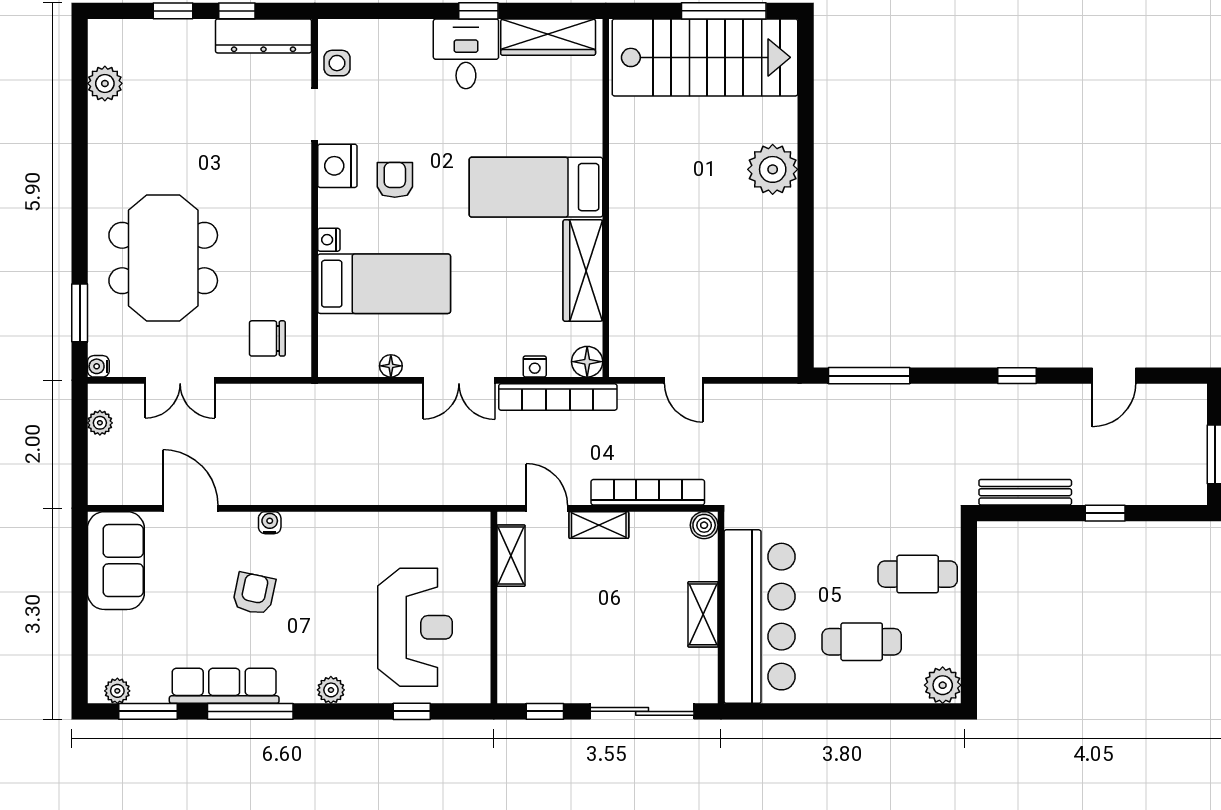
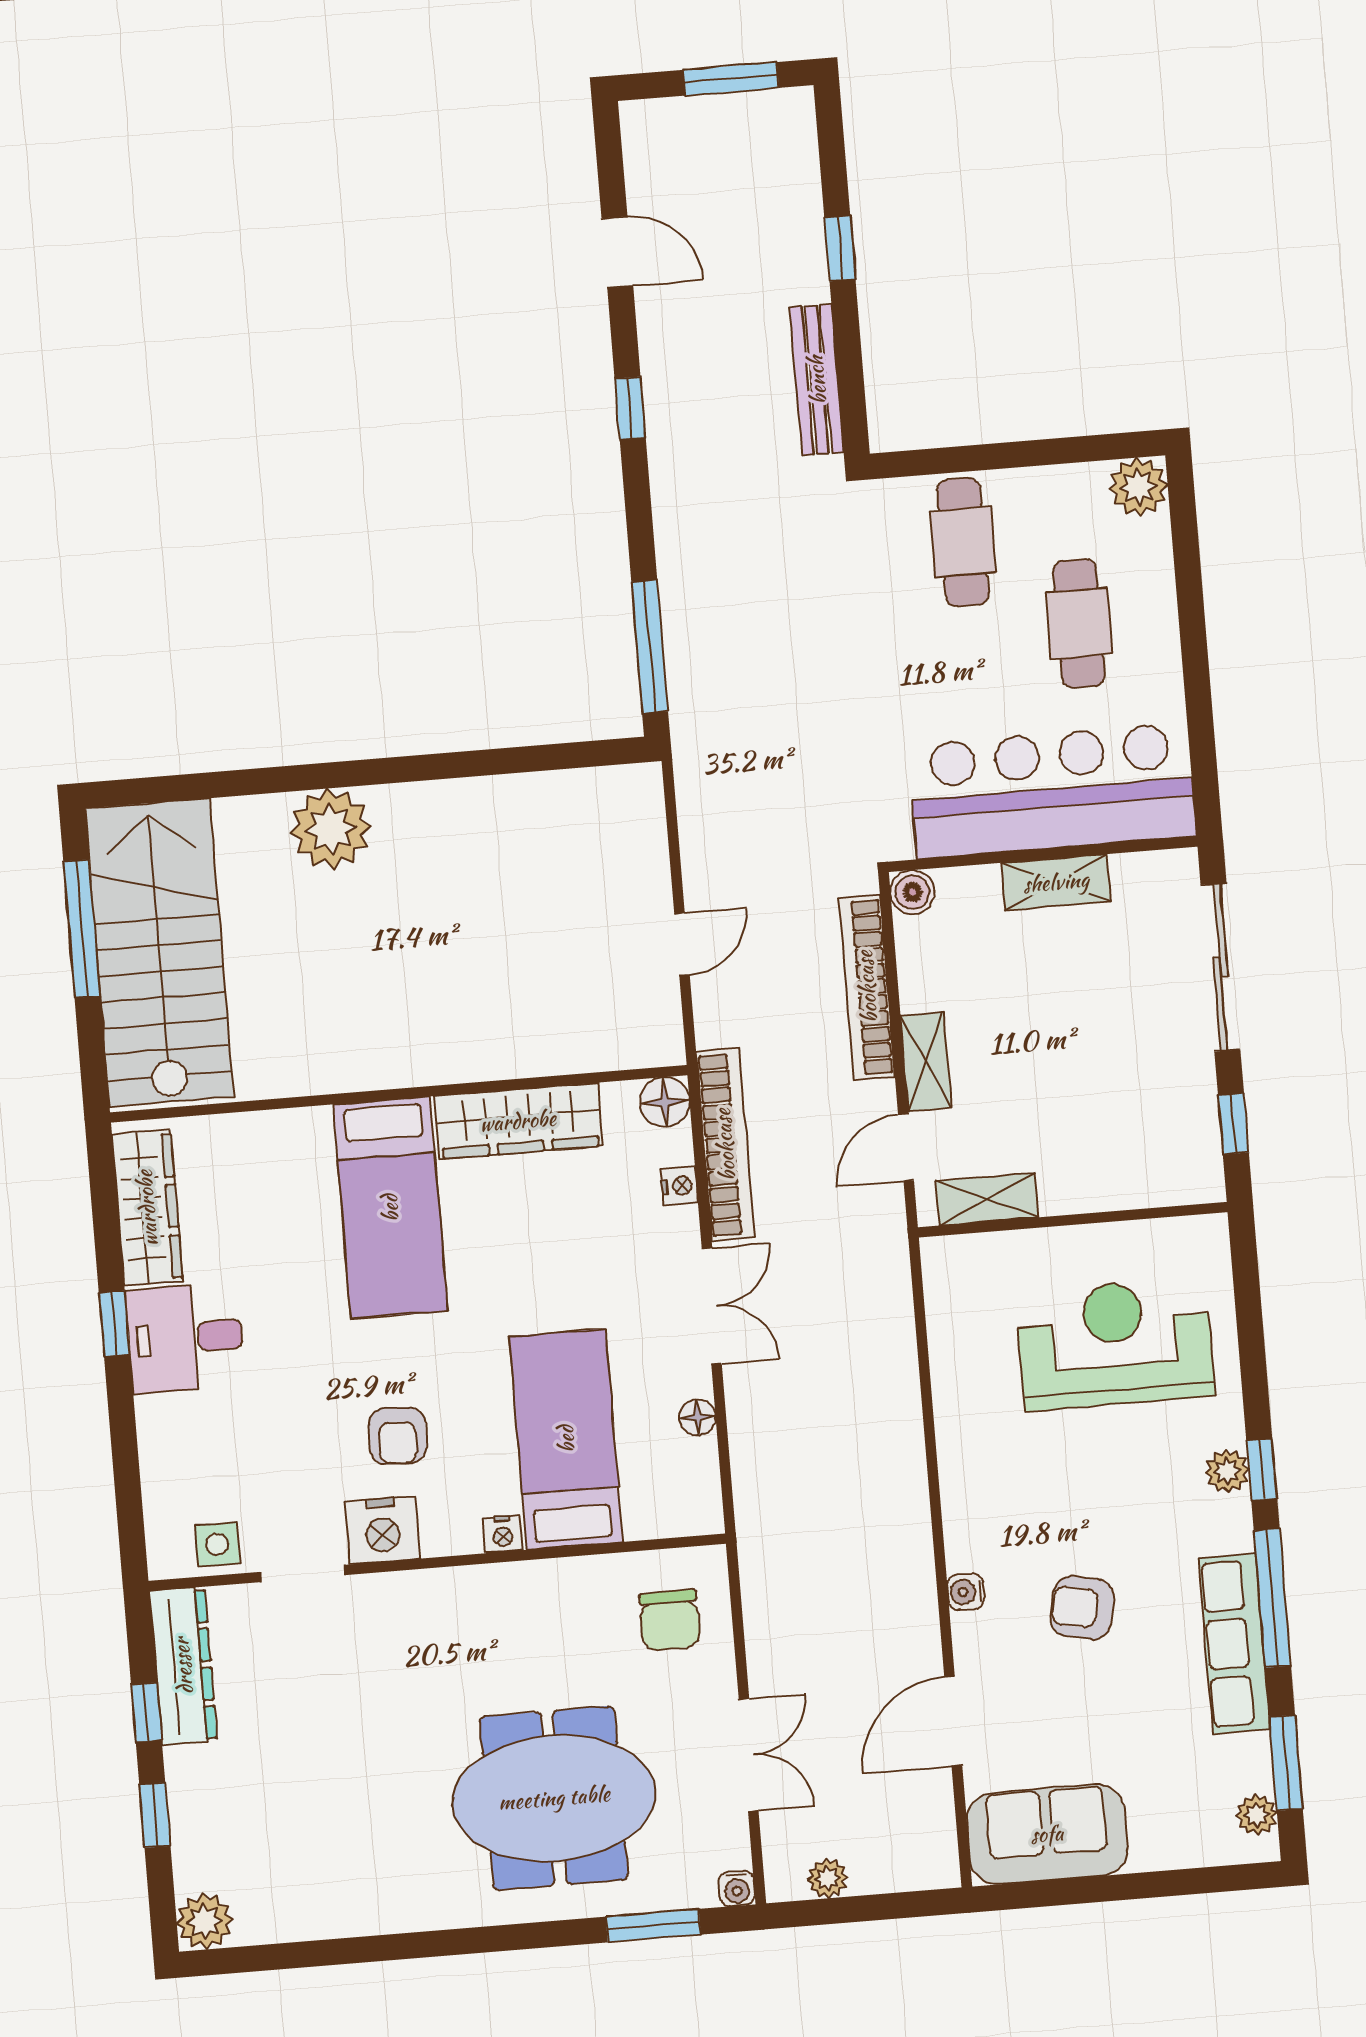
plant: (105, 83) -> (205, 1921), moved
armchair: (395, 180) -> (398, 1436), turned -87
window: (412, 711) -> (1262, 1470), moved

